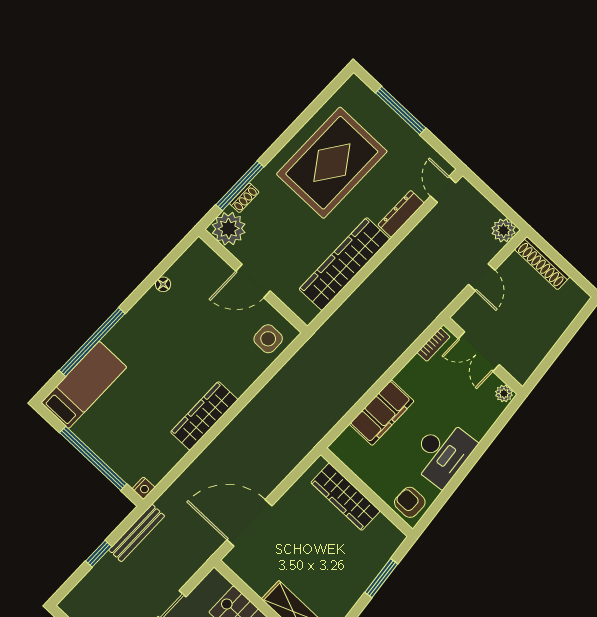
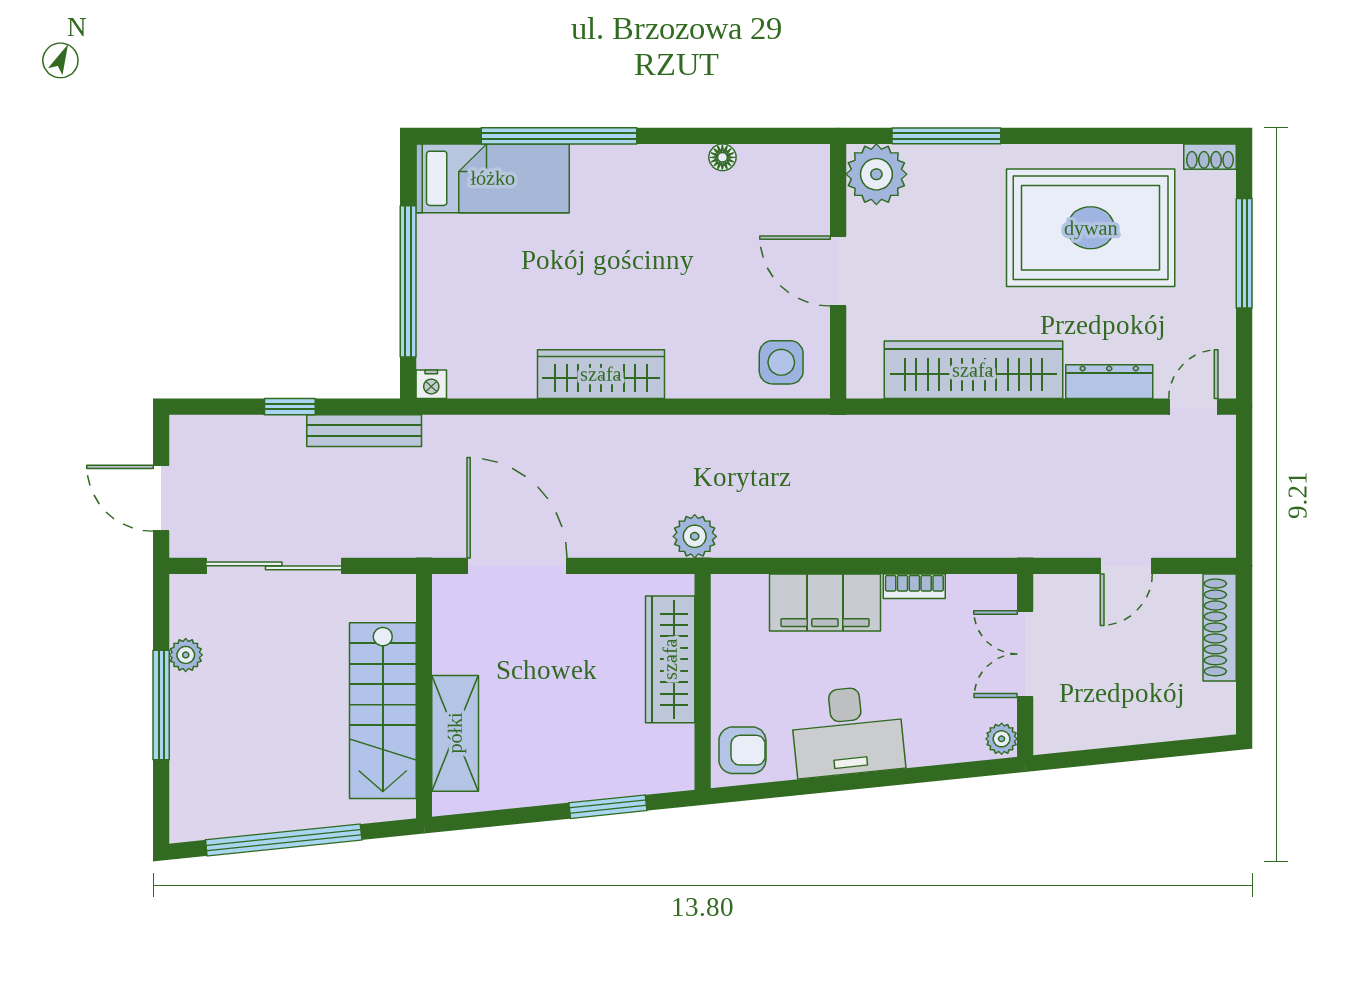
shoe rack: (244, 198) -> (1210, 157), moved
plant: (504, 230) -> (695, 536), moved
bookcase: (434, 345) -> (914, 586), moved
armchair: (410, 502) -> (742, 750), turned 90

